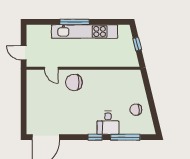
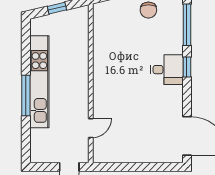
chair: (74, 82) -> (110, 96), removed
desk: (108, 123) -> (167, 70), moved

